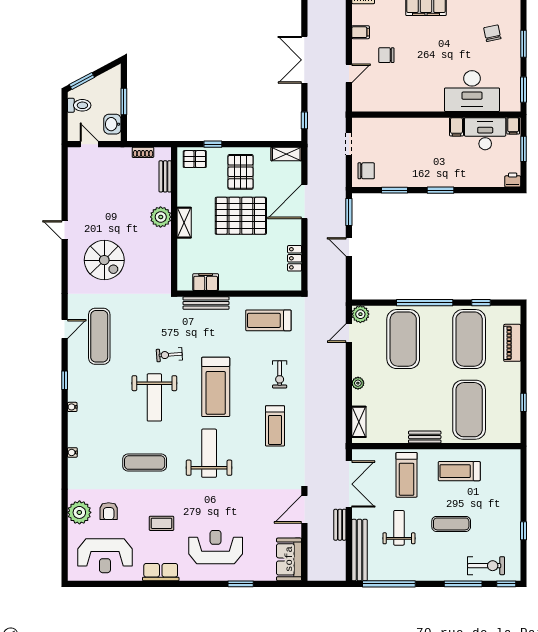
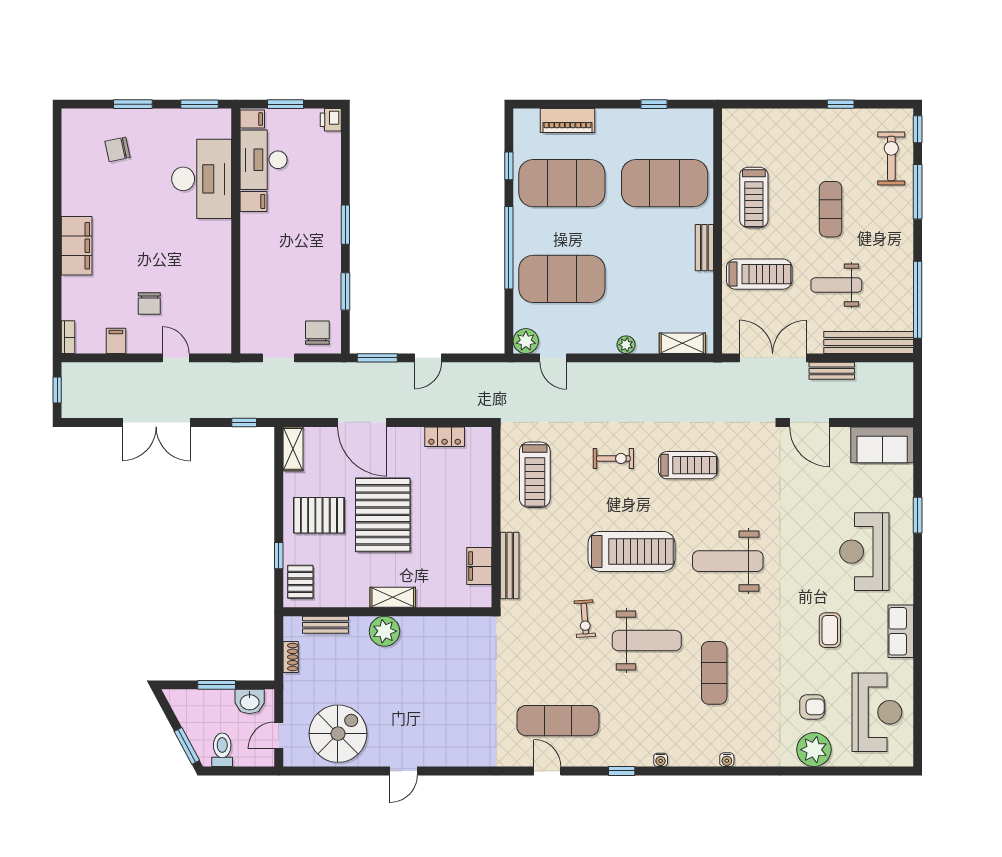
spiral stairs: (104, 260) -> (338, 734), moved
exercise mat: (145, 463) -> (714, 673), moved

